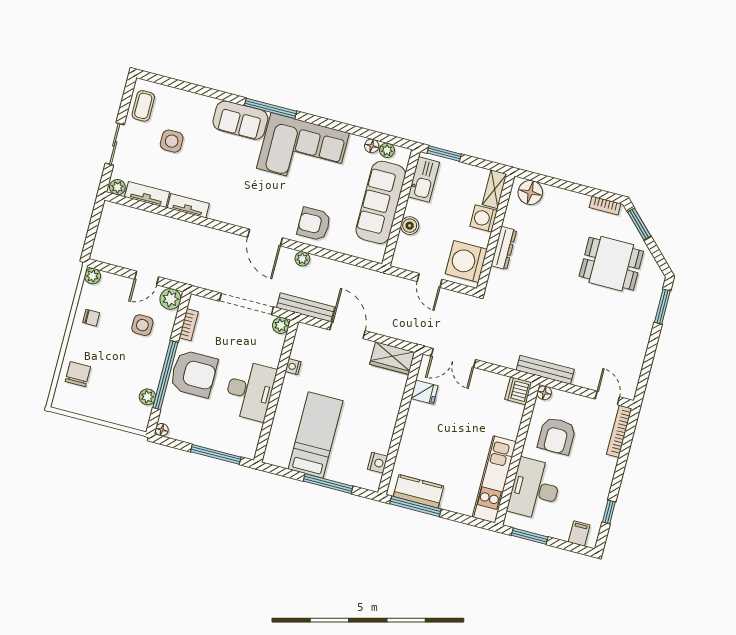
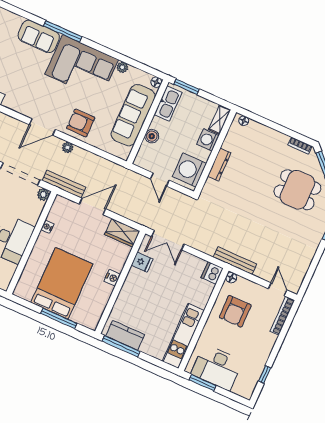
floor lamp: (372, 146) -> (156, 82), moved
plant: (387, 150) -> (122, 67), moved
floor lamp: (530, 192) -> (244, 121), width x0.53, depth x0.53
door: (265, 238) -> (42, 127), hinge flipped
door: (347, 330) -> (92, 206), hinge flipped
bed: (316, 435) -> (62, 283), width x1.50
nightstand: (378, 463) -> (112, 278), moved
desk: (535, 489) -> (217, 367), moved, turned -90
filing cabinet: (579, 534) -> (240, 387), removed

